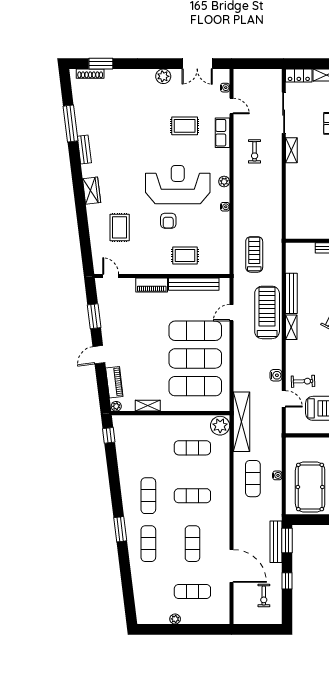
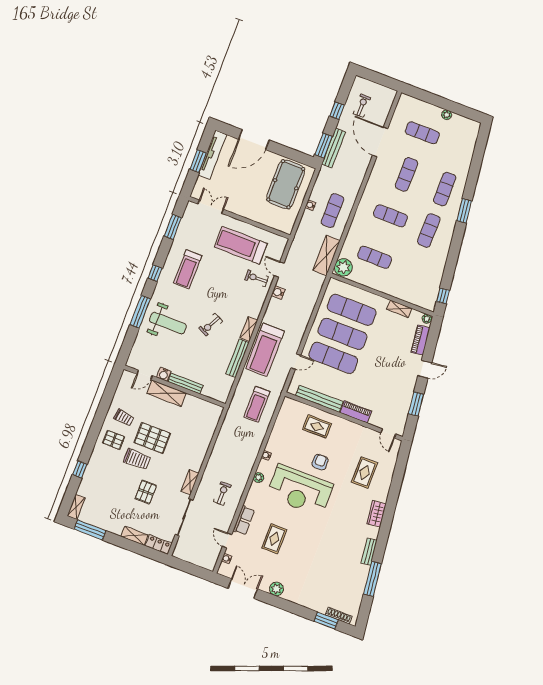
rug: (185, 126) -> (274, 539), turned 90
shelving: (242, 422) -> (327, 255), width x0.68

